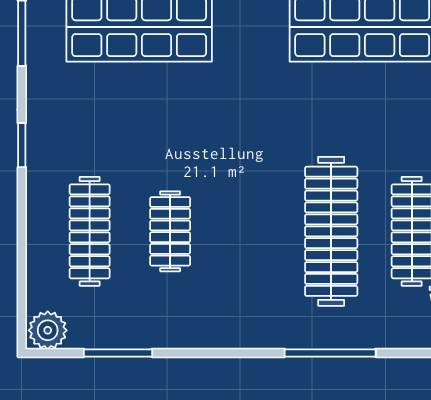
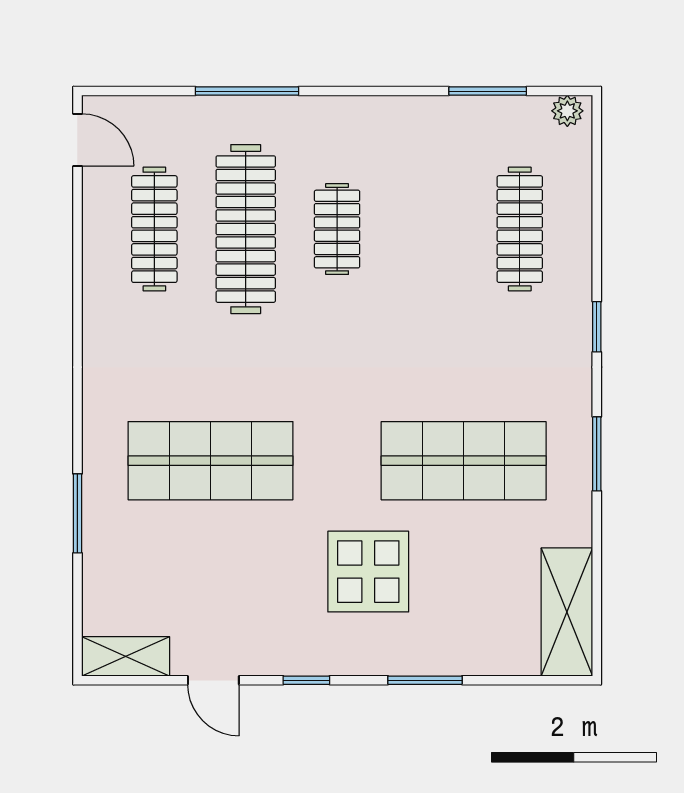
clothes rail: (170, 231) -> (337, 229), moved
plant: (48, 330) -> (567, 111), width x0.73, depth x0.73

